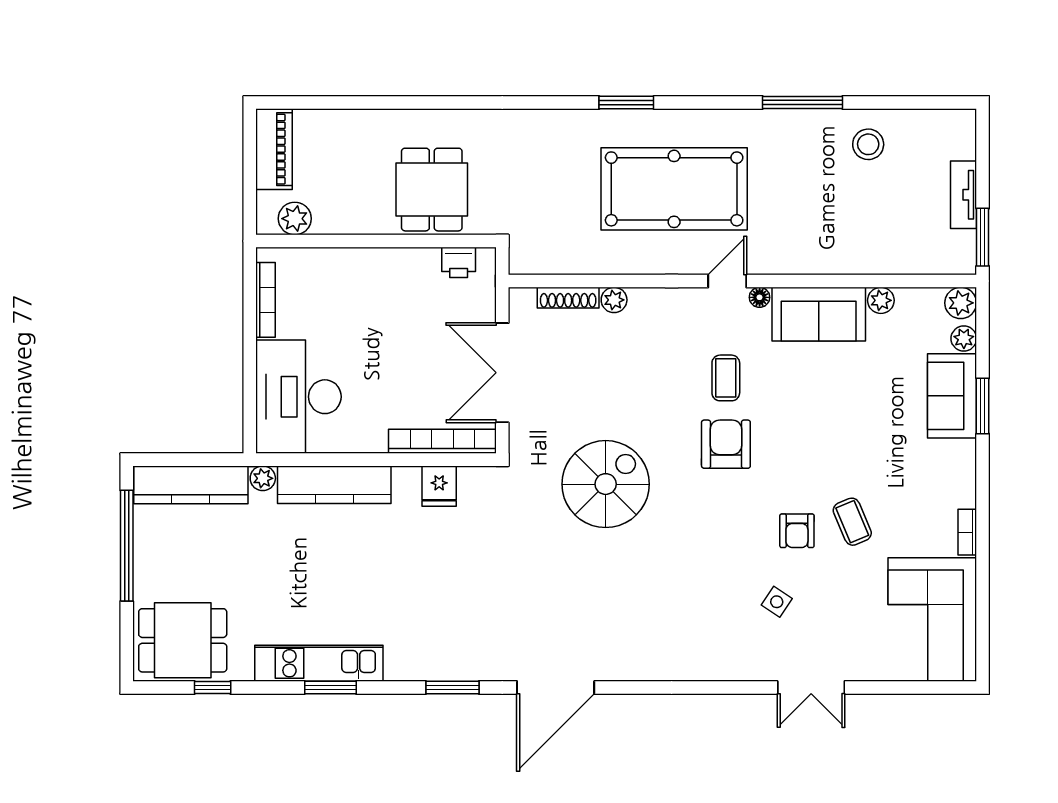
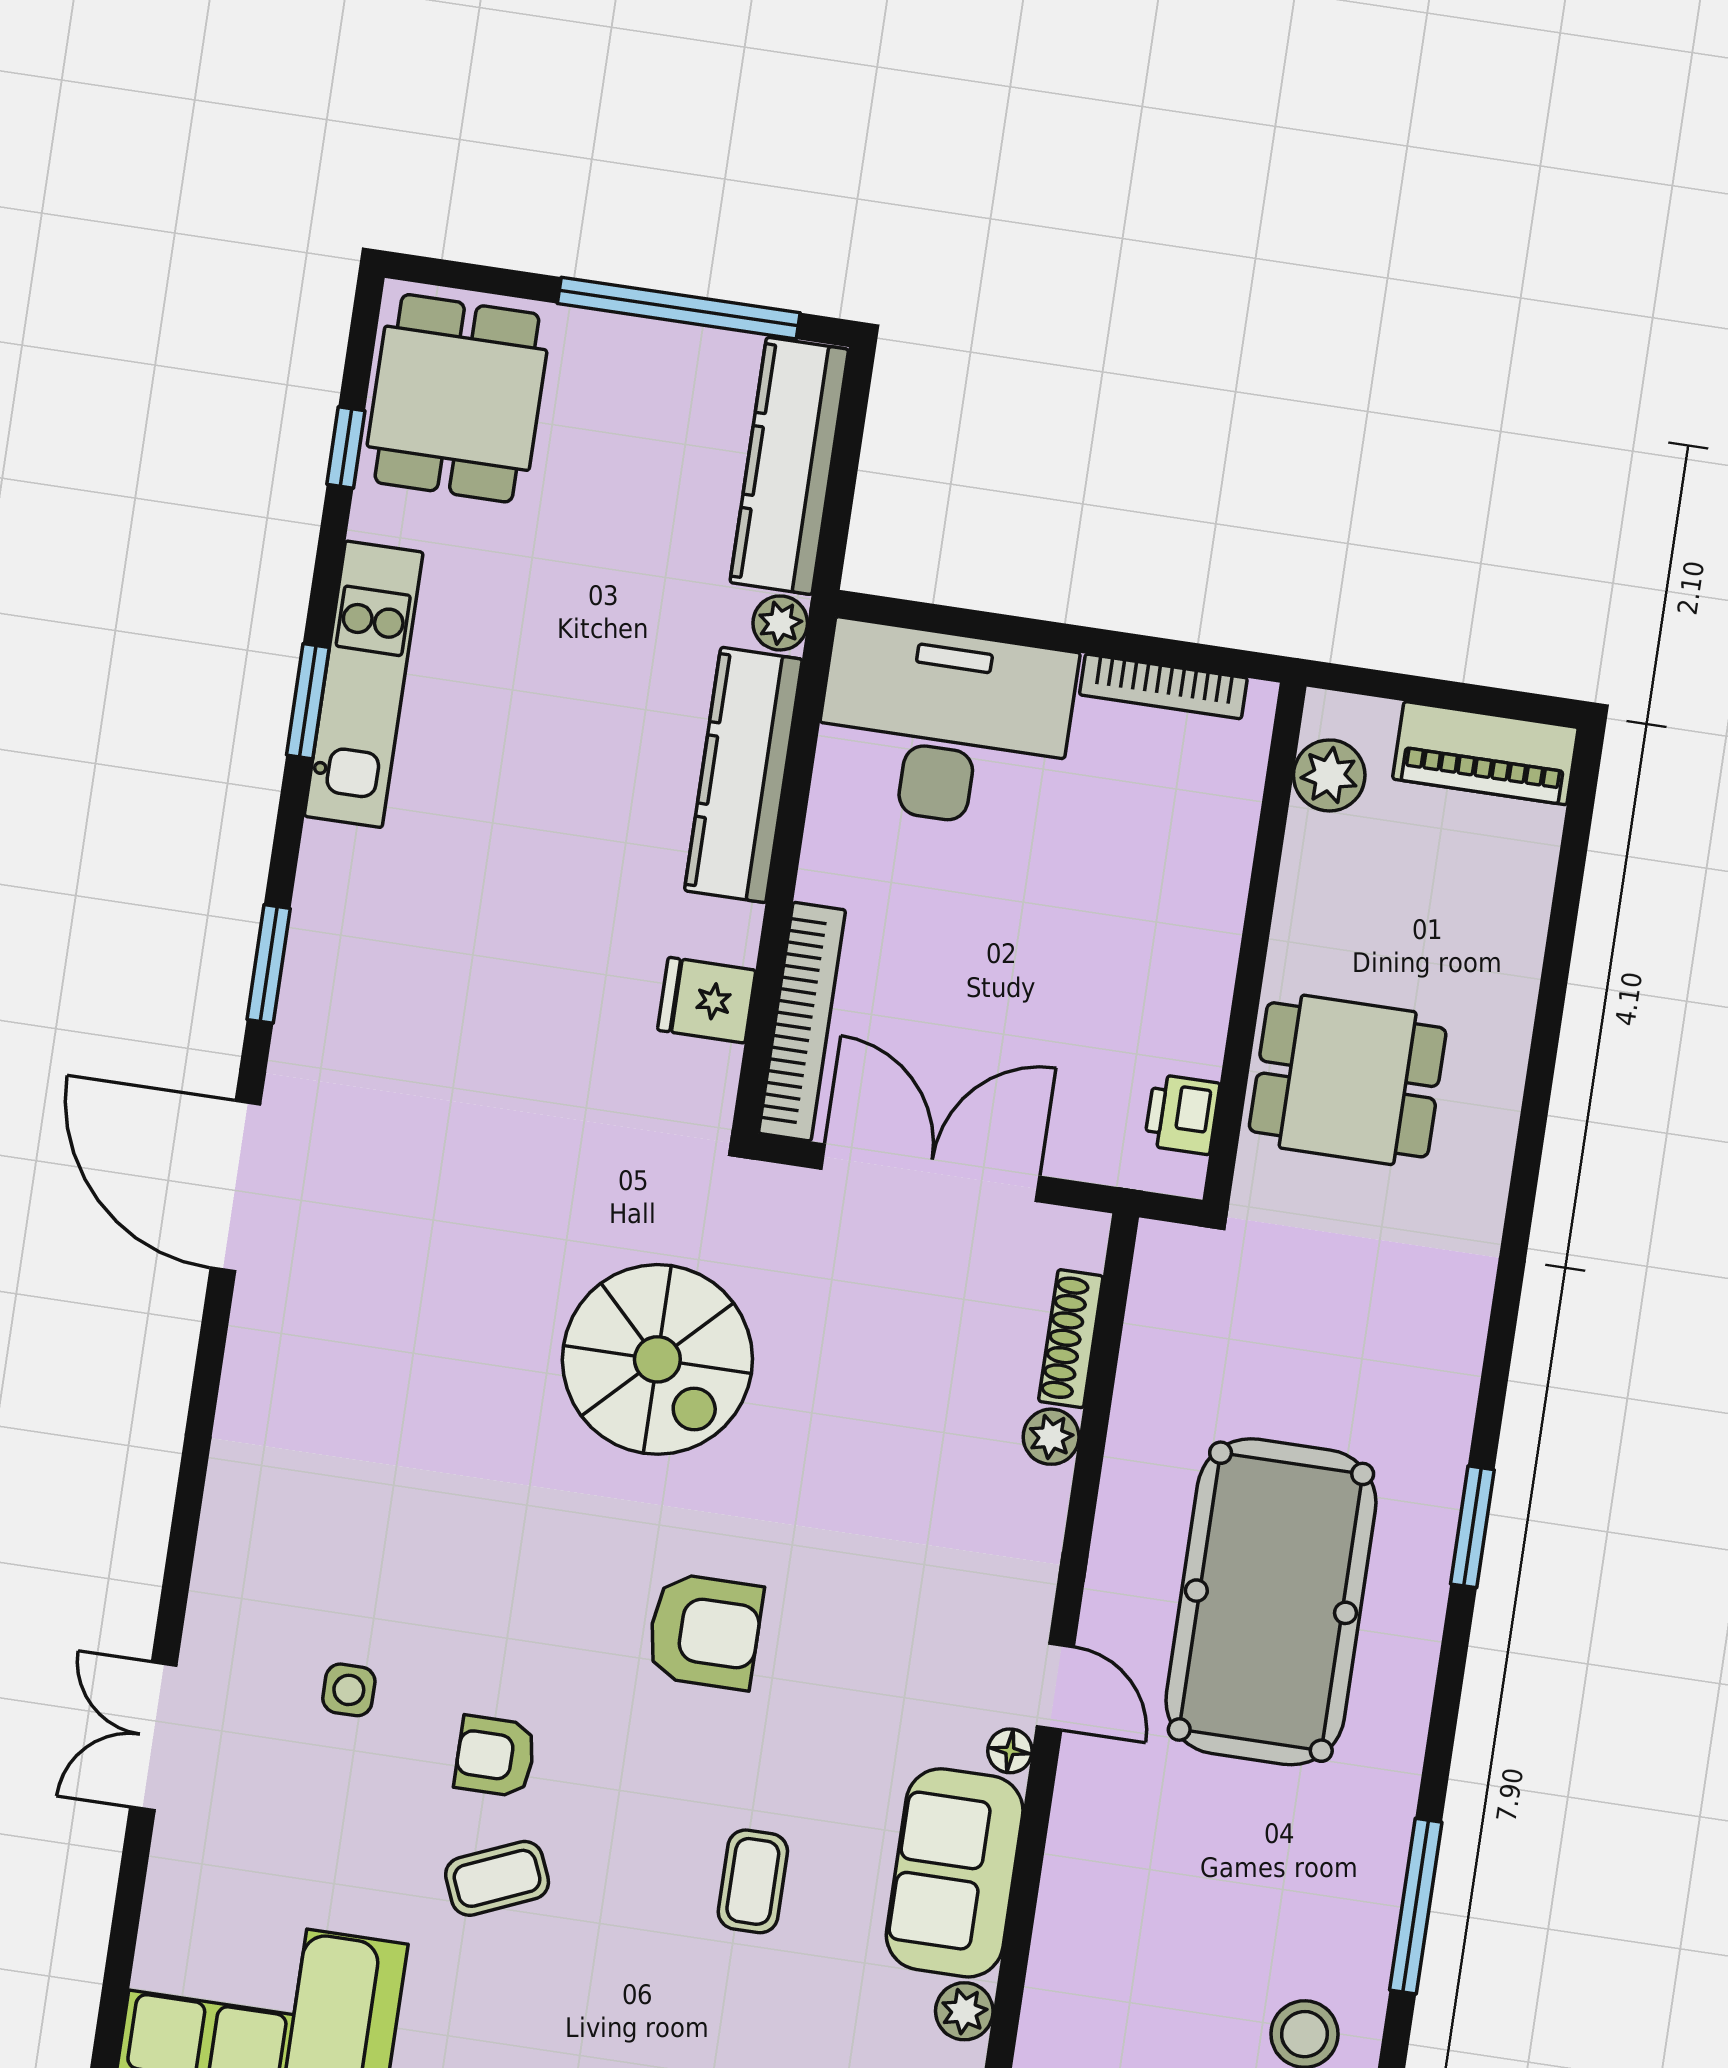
coffee table: (726, 378) -> (753, 1881), moved, turned 90
side table: (777, 602) -> (349, 1690), turned -34

